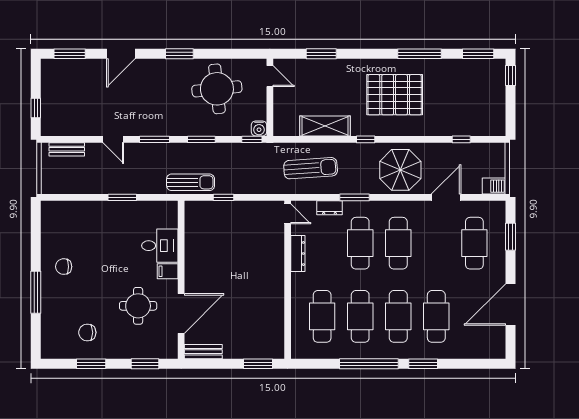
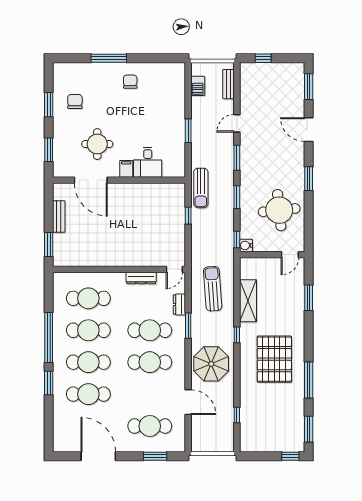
sun lounger: (311, 168) -> (213, 289), turned 180
barbecue: (494, 186) -> (198, 86), moved
bench: (203, 352) -> (59, 217), moved

